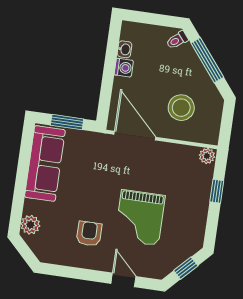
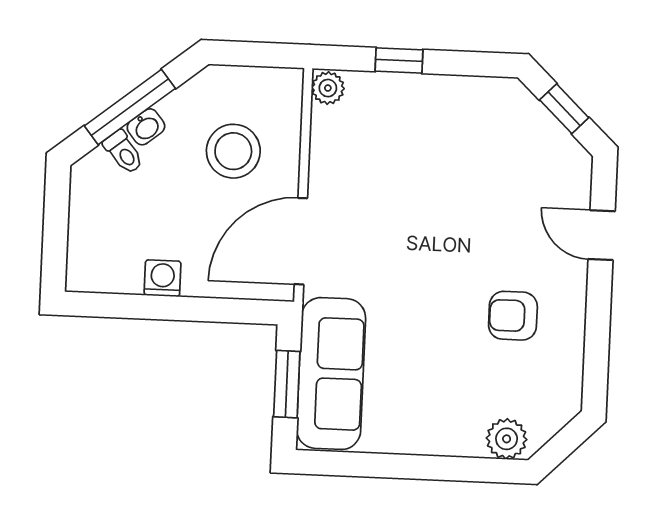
toilet: (177, 40) -> (124, 152), moved
washbasin: (124, 49) -> (146, 127), moved, turned 141
sofa: (45, 163) -> (331, 374), moved, turned 90
grand piano: (140, 218) -> (469, 214), removed
door: (123, 280) -> (602, 235), hinge flipped

